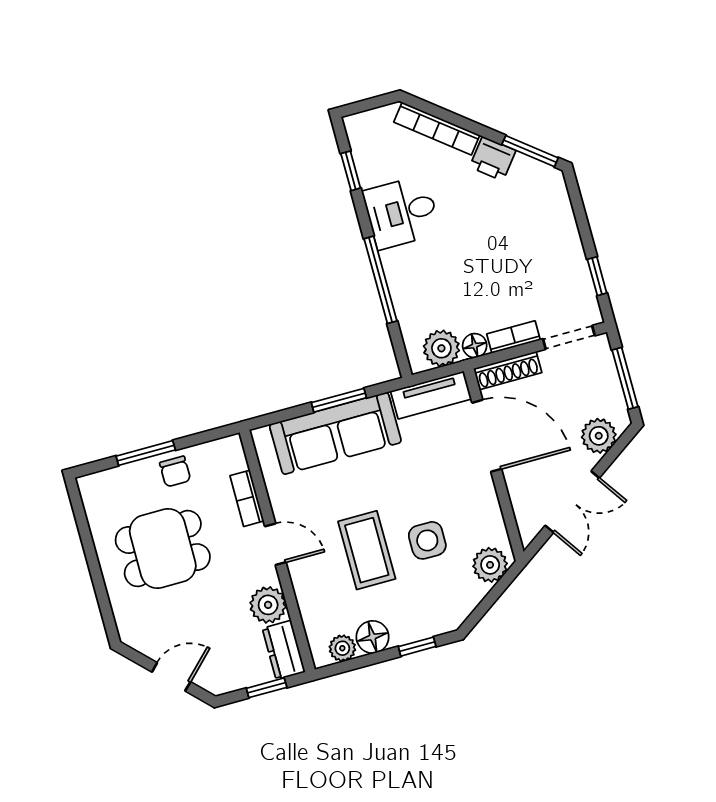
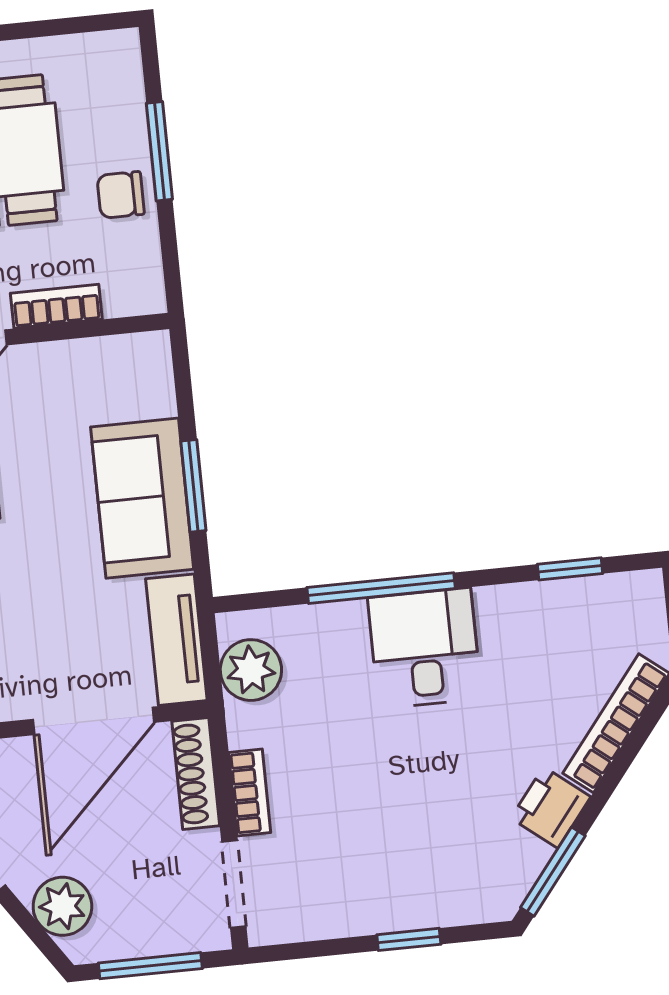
desk: (402, 212) -> (425, 648), moved
window: (597, 276) -> (409, 939), moved
floor lamp: (475, 346) -> (246, 726), removed
sofa: (335, 433) -> (142, 498), width x0.73

